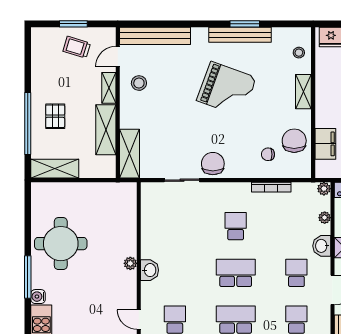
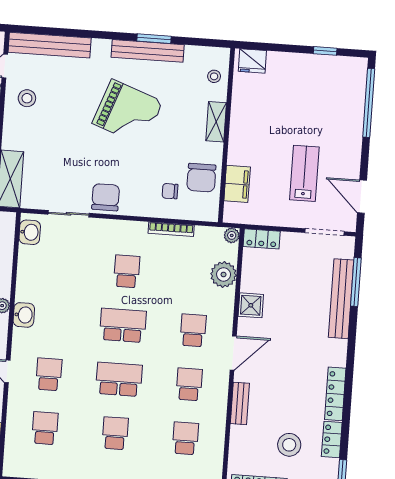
chair: (294, 141) -> (201, 178), turned 180
plant: (325, 218) -> (224, 274), width x1.88, depth x1.88
washbasin: (322, 246) -> (30, 232), moved, turned 180

